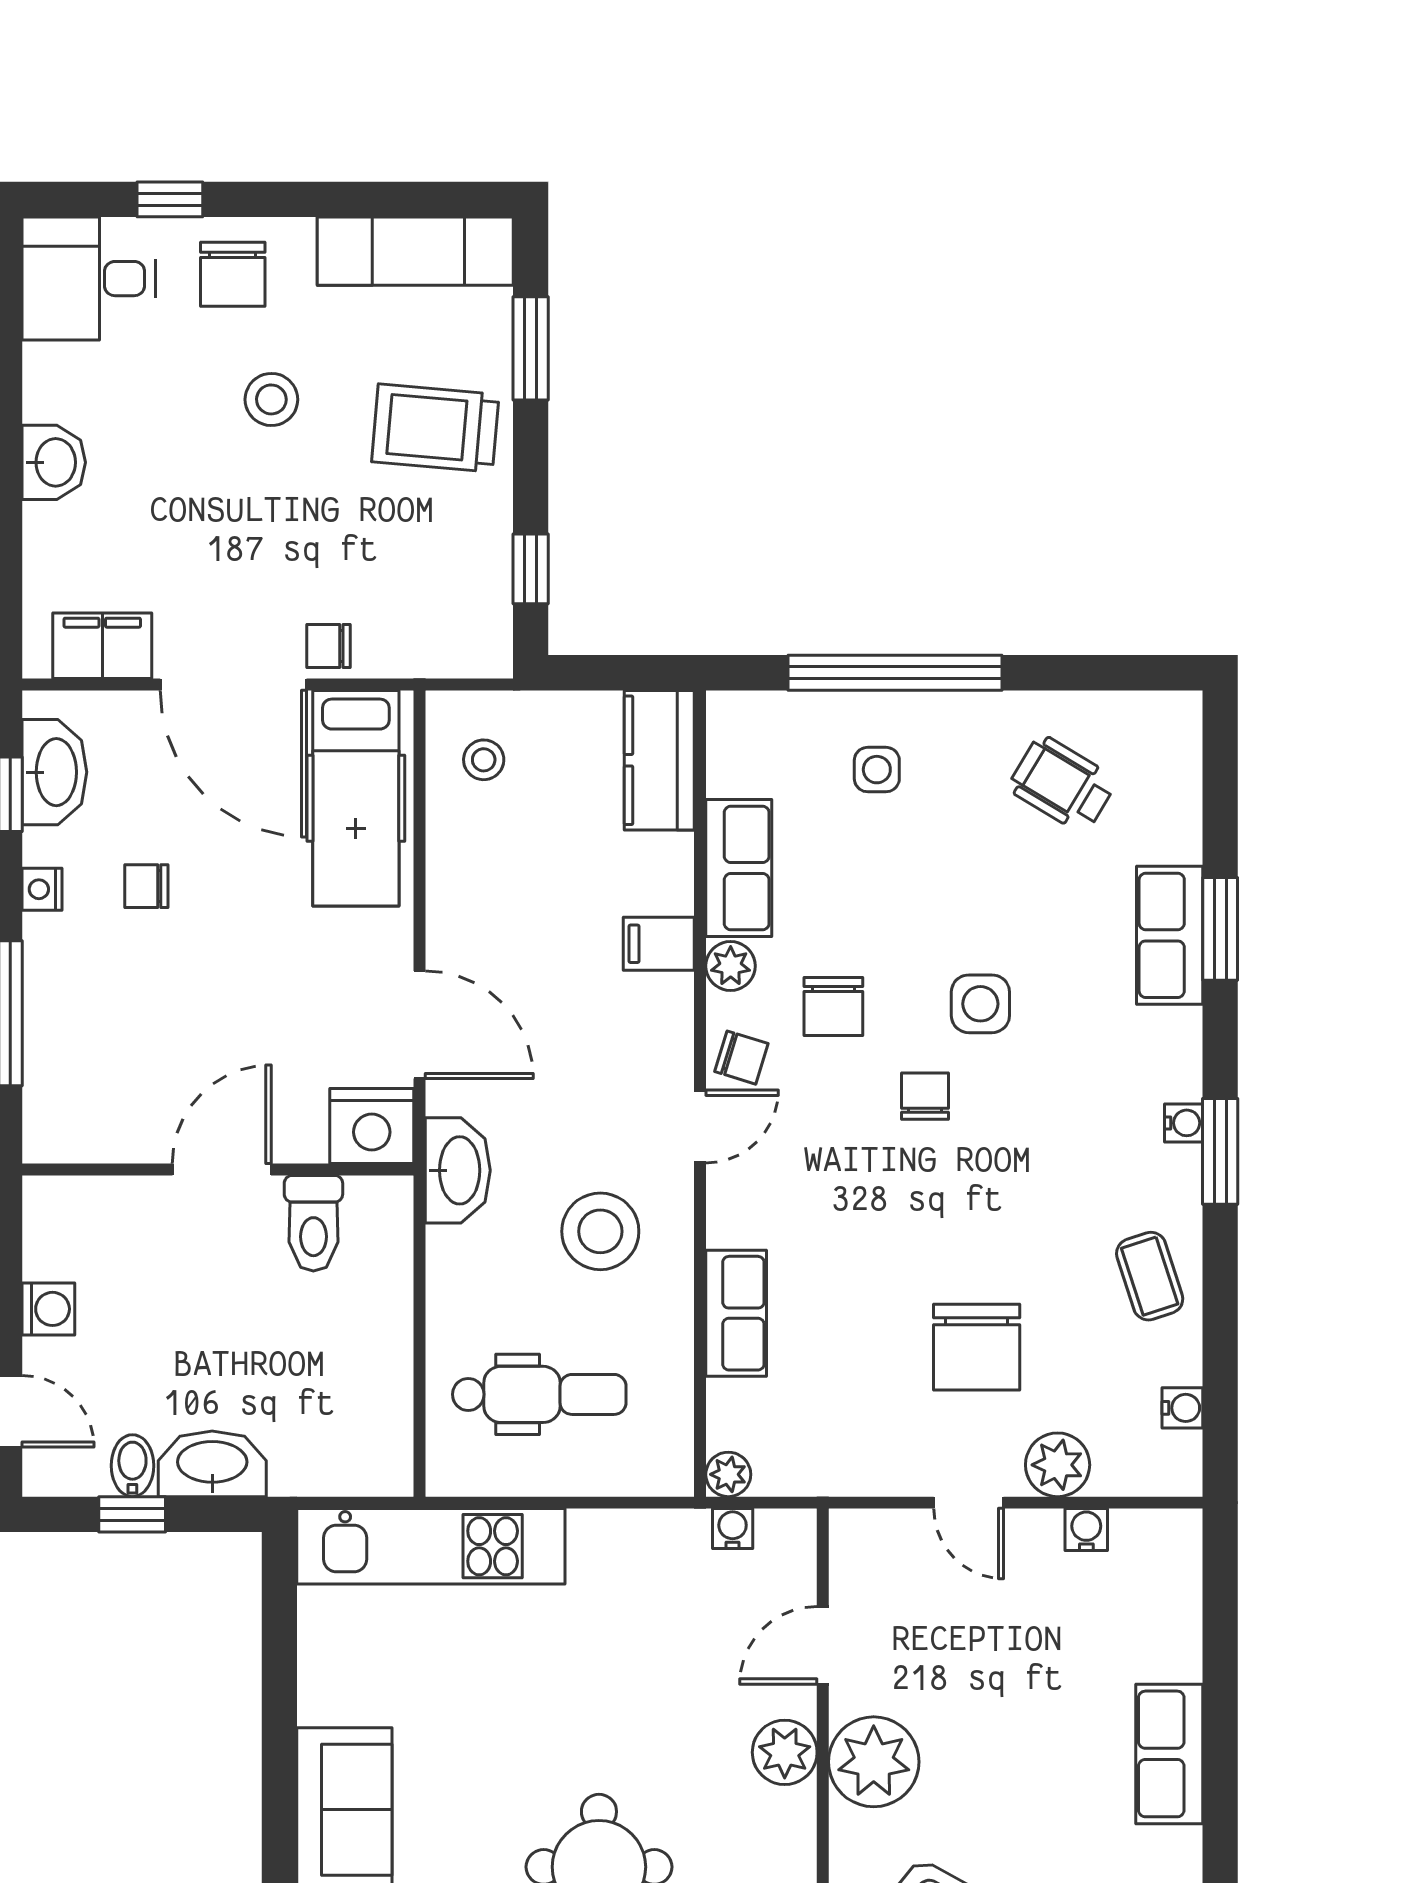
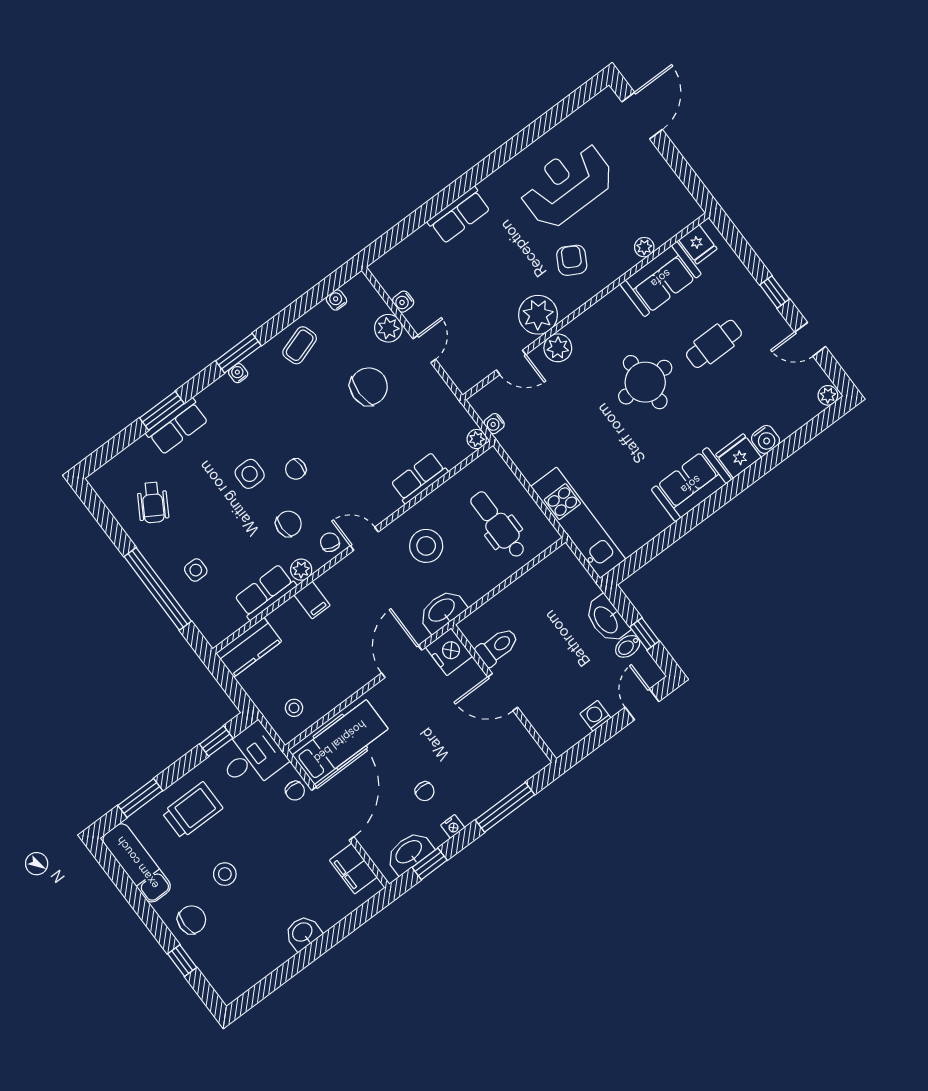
desk: (89, 279) -> (251, 757), moved, turned -90
trolley: (435, 428) -> (192, 810), turned -95

